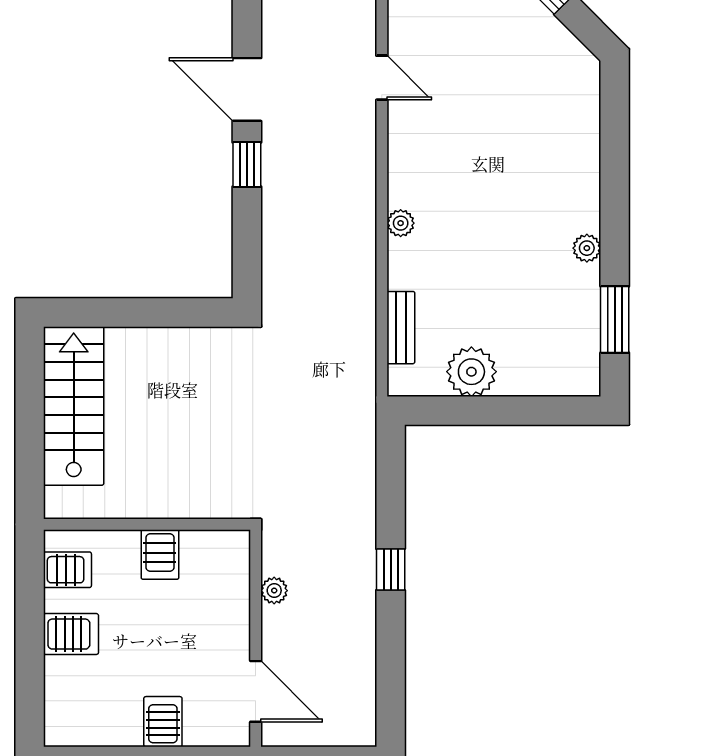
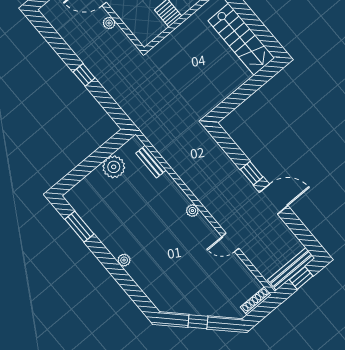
plant: (401, 223) -> (192, 211), moved
plant: (587, 248) -> (124, 260), moved
plant: (274, 591) -> (109, 23), moved

